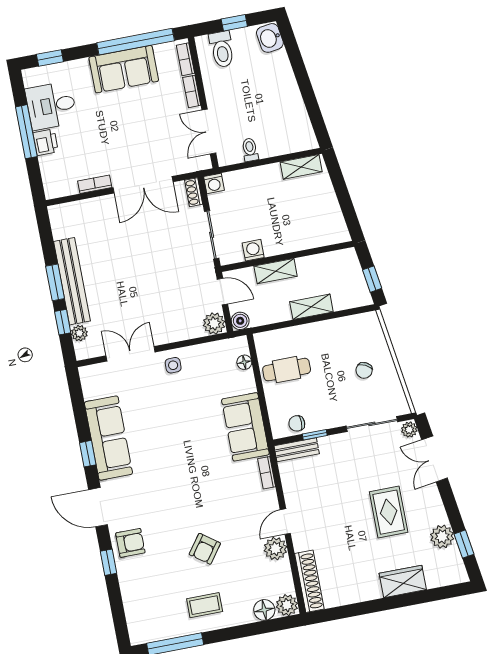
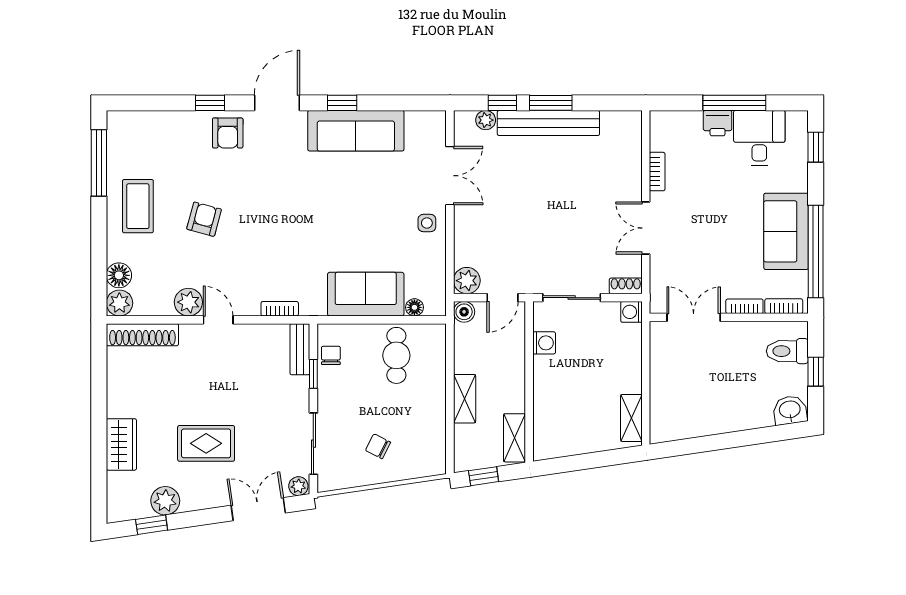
toilet: (250, 150) -> (663, 362), removed
double door: (143, 185) -> (646, 228), width x0.73
shelving: (276, 271) -> (515, 438), moved
sofa: (245, 427) -> (366, 294), moved
armchair: (205, 549) -> (204, 219), turned 69
coffee table: (205, 605) -> (138, 206), width x1.36, depth x1.30

